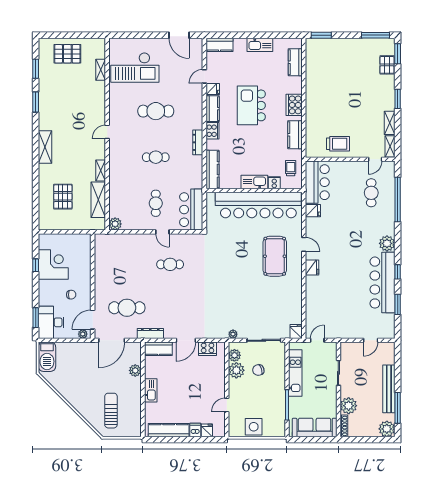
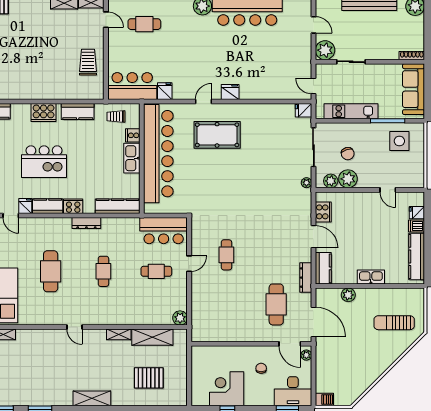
barbecue: (47, 357) -> (324, 399), width x0.53, depth x0.65
plant: (349, 406) -> (325, 50), moved
side table: (254, 427) -> (399, 141), moved

